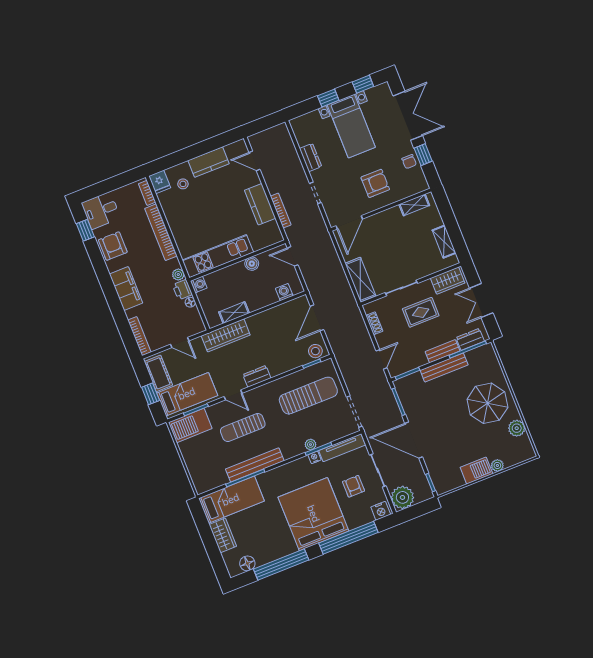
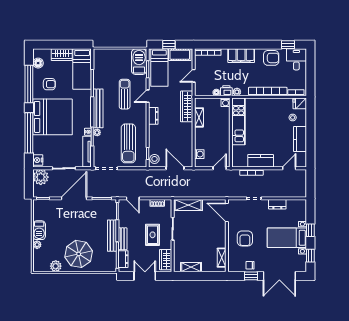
boiler: (252, 264) -> (225, 141), removed
bench: (255, 465) -> (98, 108), moved
armchair: (353, 486) -> (49, 84), moved

